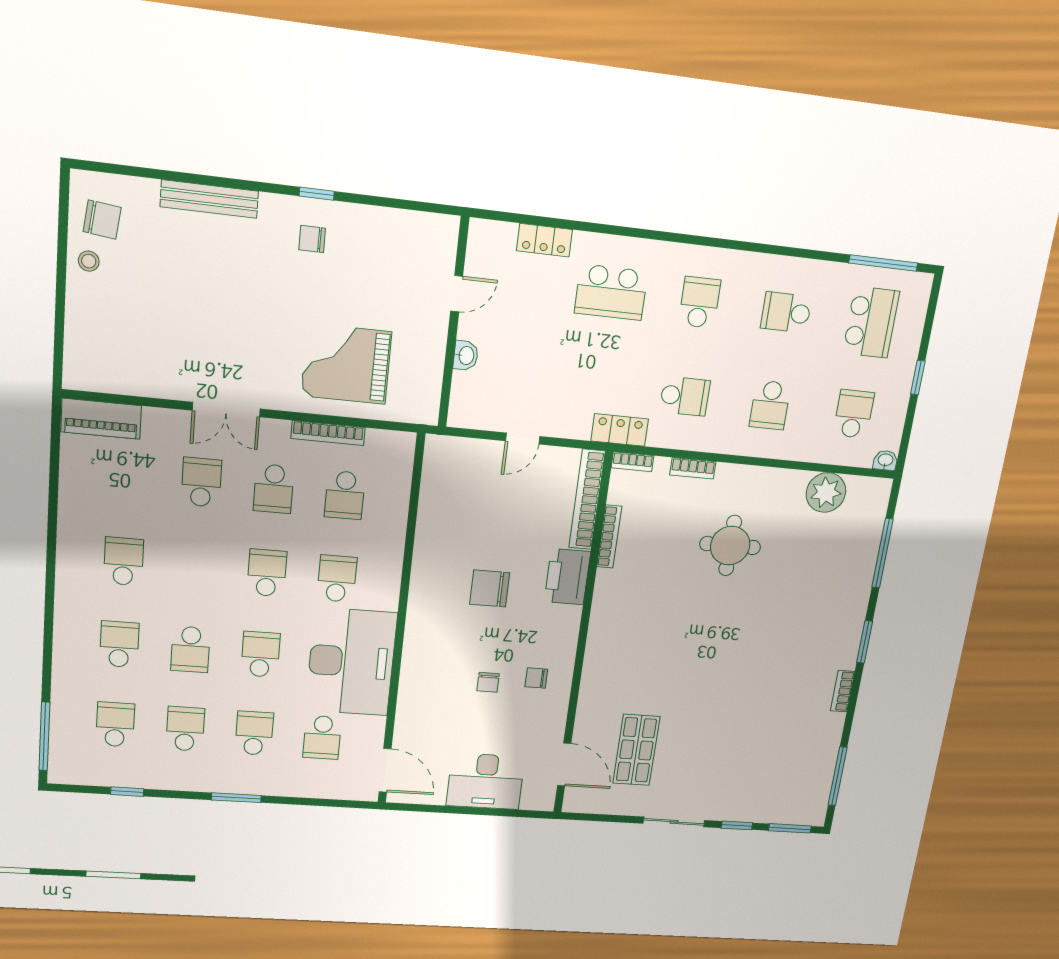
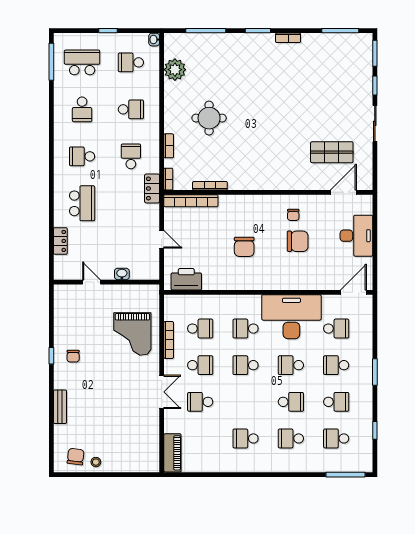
bench: (209, 199) -> (60, 407), width x0.73
printer: (567, 577) -> (186, 279), moved, turned 180
chair: (488, 682) -> (298, 241), width x1.87, depth x1.87
school desk: (185, 729) -> (336, 402), turned 180

